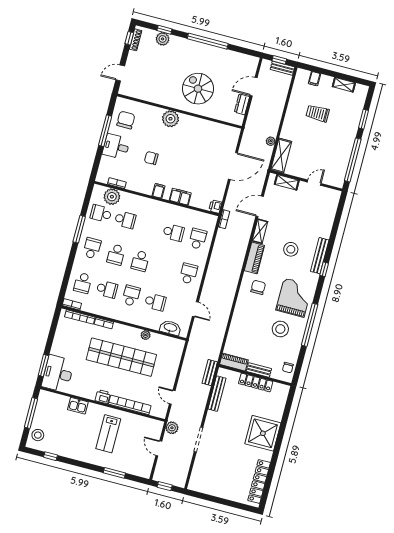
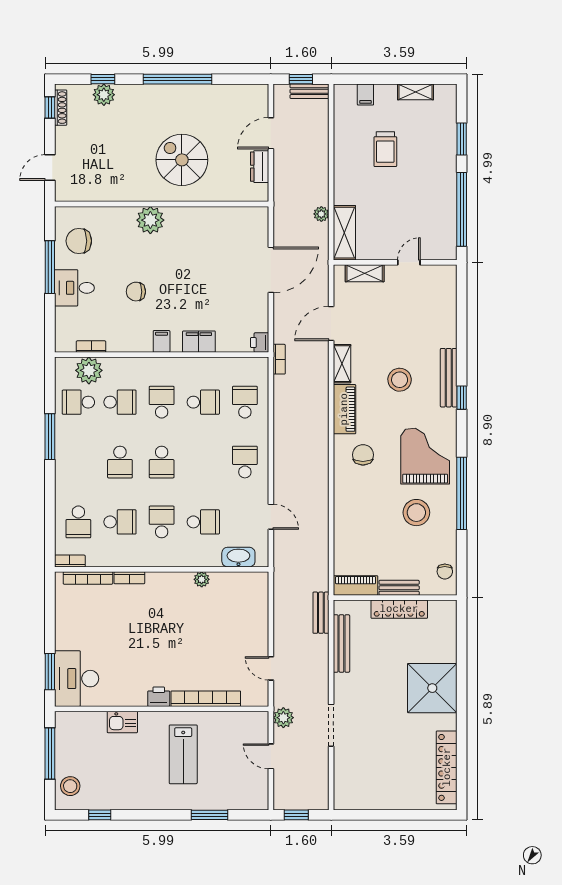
trolley: (318, 113) -> (385, 149), turned -90
chair: (126, 120) -> (79, 241), turned -90
school desk: (92, 248) -> (162, 402), moved
shop shelf: (121, 357) -> (172, 625), removed

